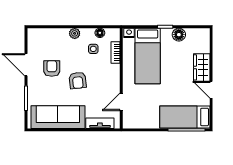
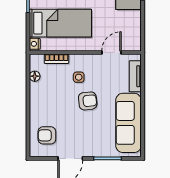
plant: (75, 33) -> (35, 104), removed
side table: (93, 49) -> (79, 77), moved
armchair: (52, 68) -> (47, 135), moved
door: (121, 102) -> (111, 52), swing flipped

